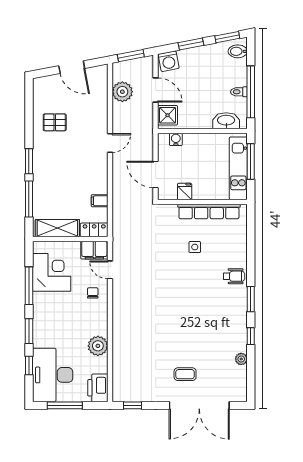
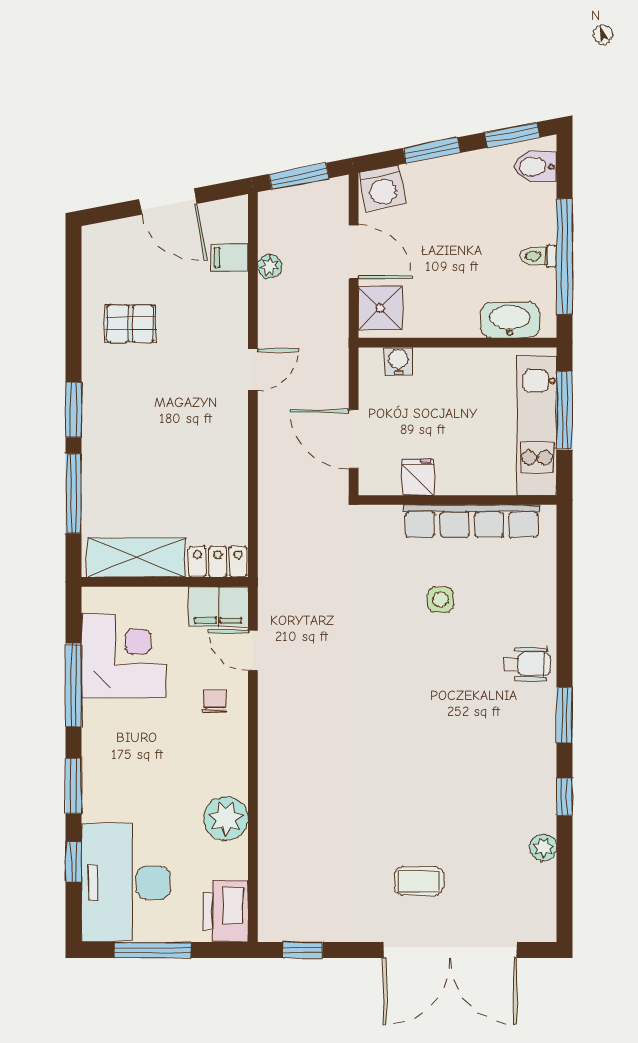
plant: (122, 92) -> (270, 266), width x0.53, depth x0.53
filing cabinet: (100, 201) -> (230, 257), moved

